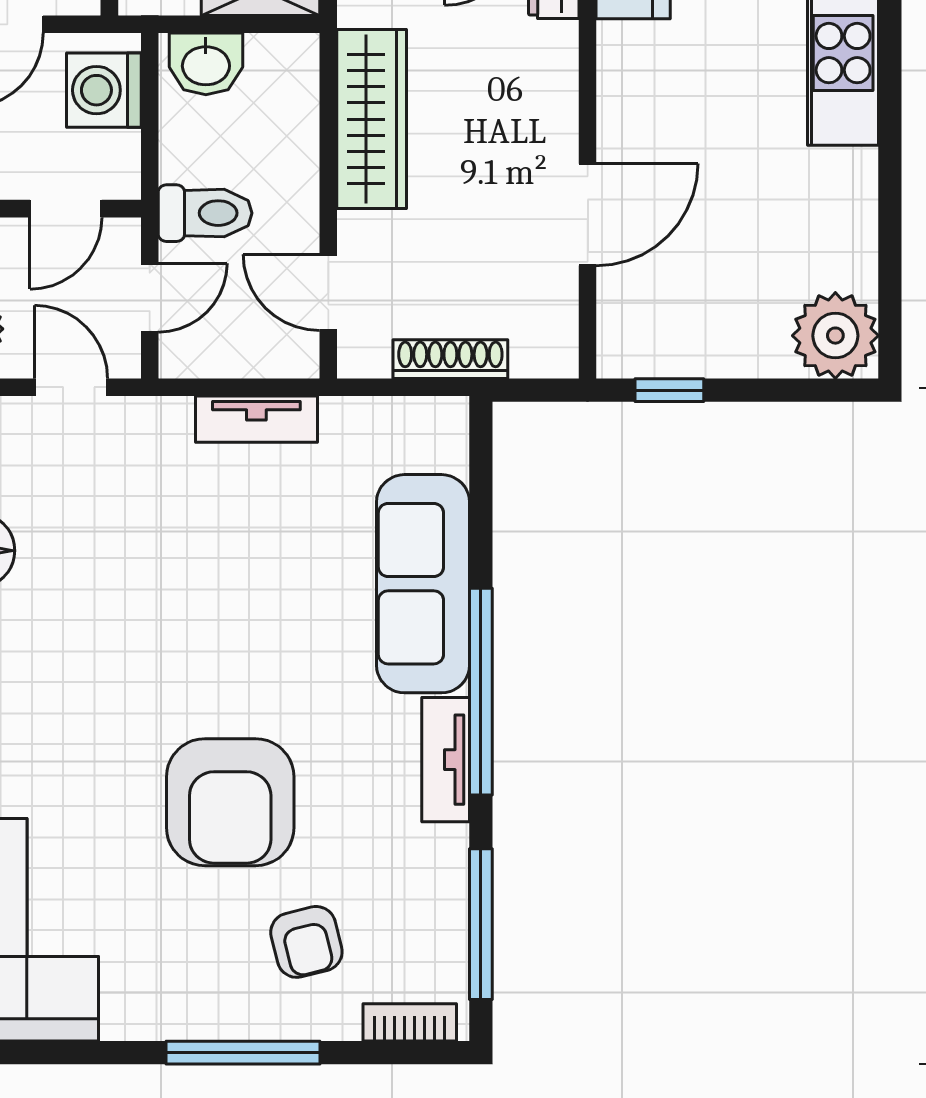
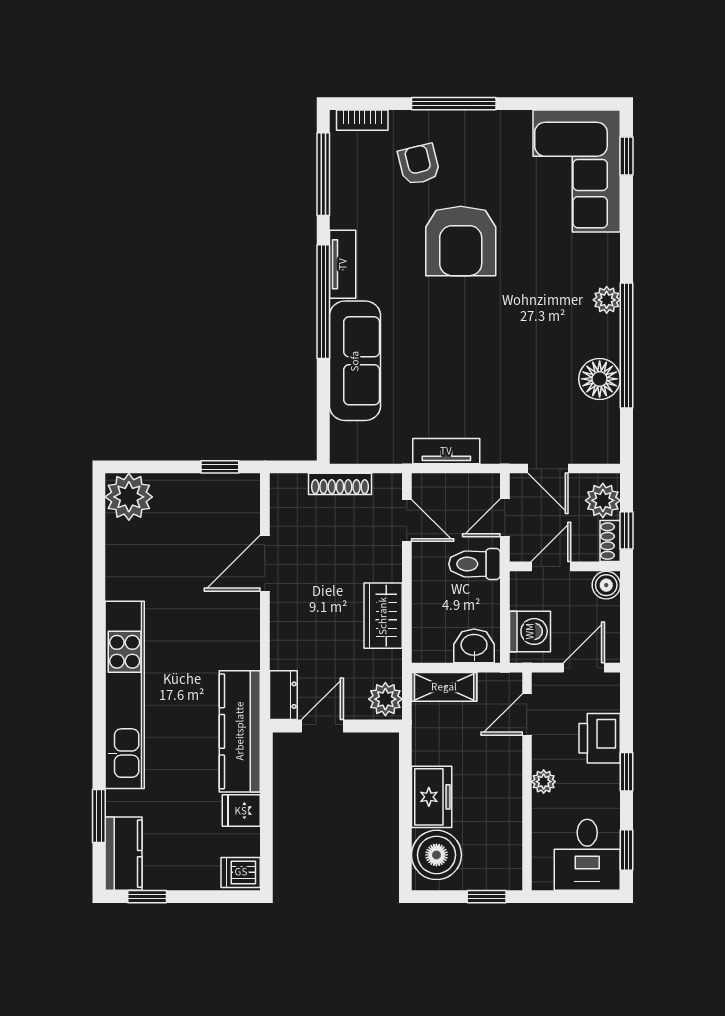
wardrobe: (372, 119) -> (383, 616), width x0.67
armchair: (230, 802) -> (461, 241), turned 180

